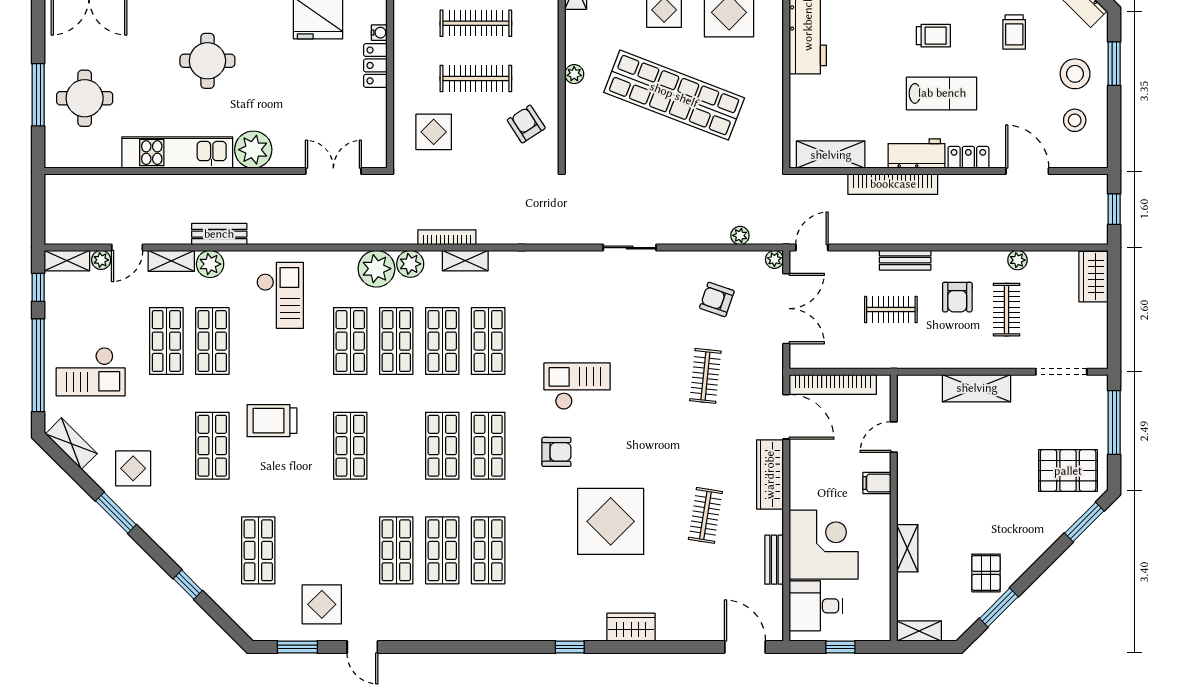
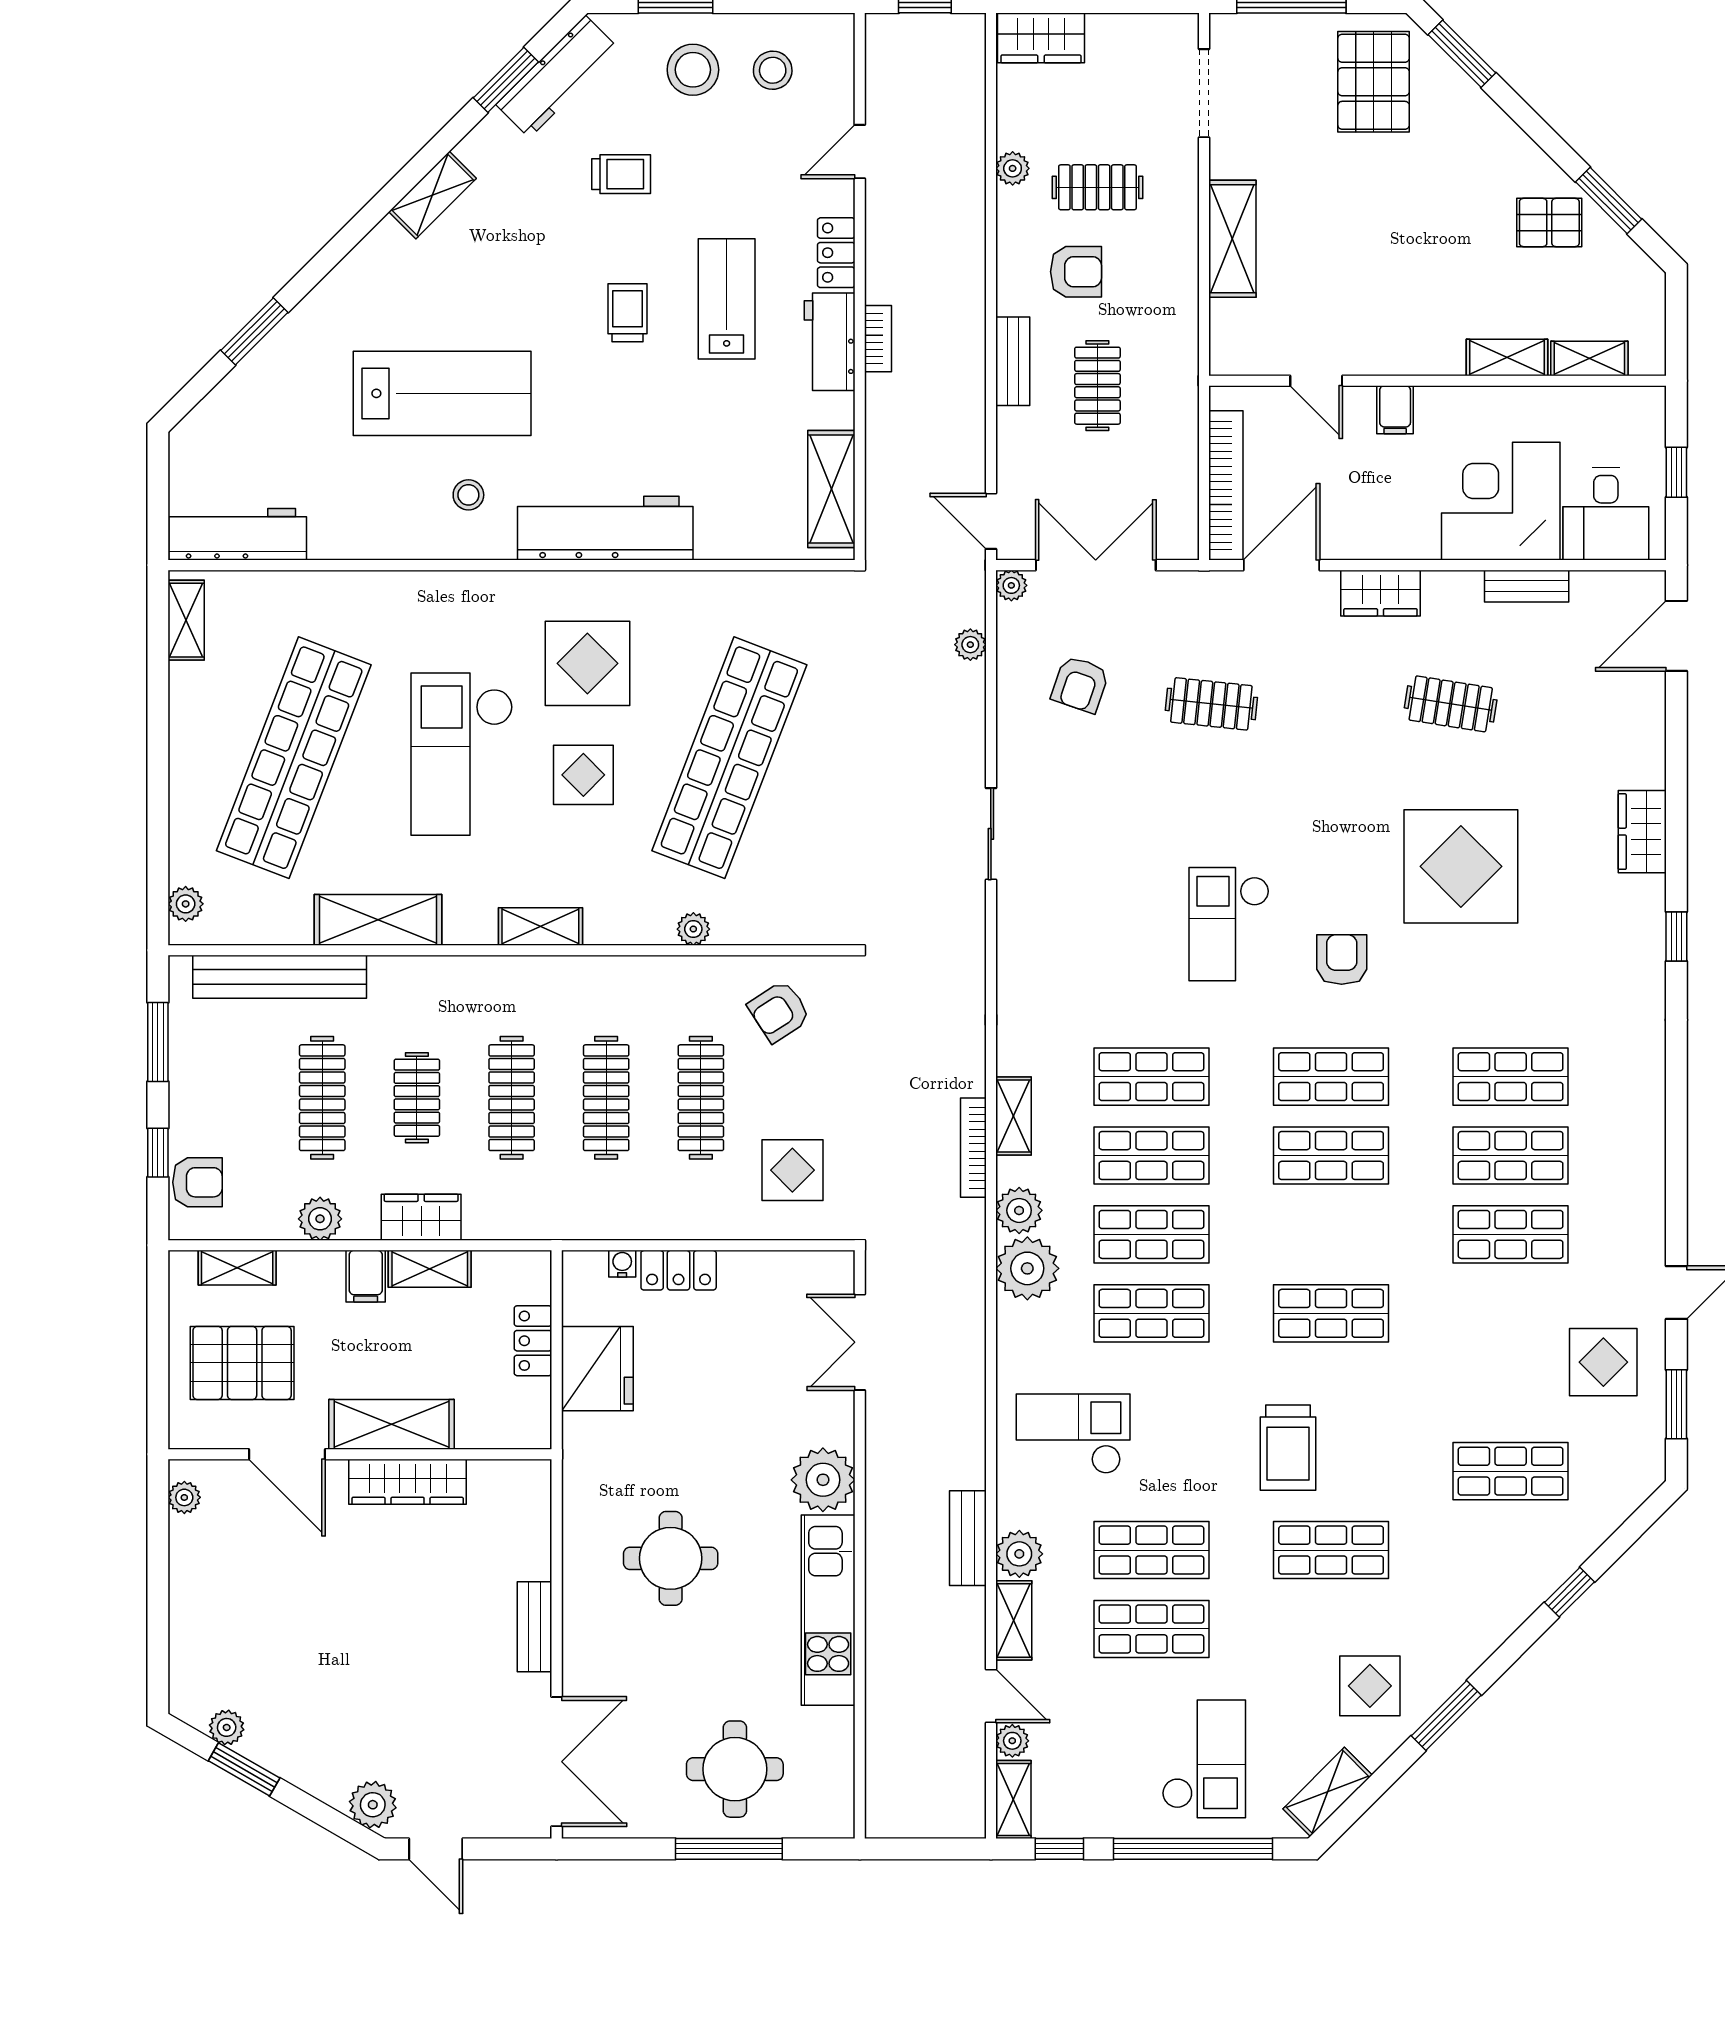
door: (1027, 171) -> (860, 152), width x0.73
bookcase: (893, 184) -> (878, 339), width x0.43, depth x0.76
wardrobe: (770, 475) -> (1380, 593), width x0.67
shelving: (919, 631) -> (1589, 358), moved, turned 90

